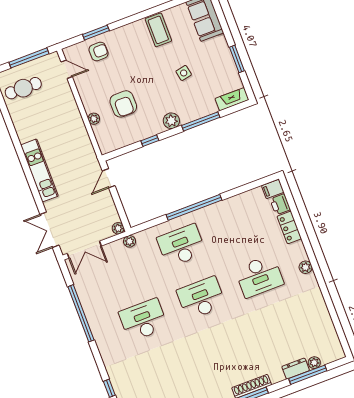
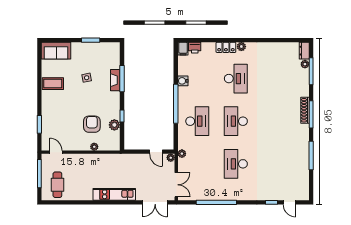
armchair: (99, 52) -> (52, 127), removed
door: (67, 69) -> (56, 152), hinge flipped
fireplace: (232, 99) -> (115, 80), moved
armchair: (123, 104) -> (92, 124), turned -90
plant: (171, 121) -> (114, 125), moved
door: (109, 178) -> (156, 152), moved
water cooler: (229, 205) -> (183, 81), added
locker: (289, 227) -> (226, 47), moved
desk: (181, 246) -> (197, 121), turned 180
dresser: (296, 369) -> (304, 51), moved

